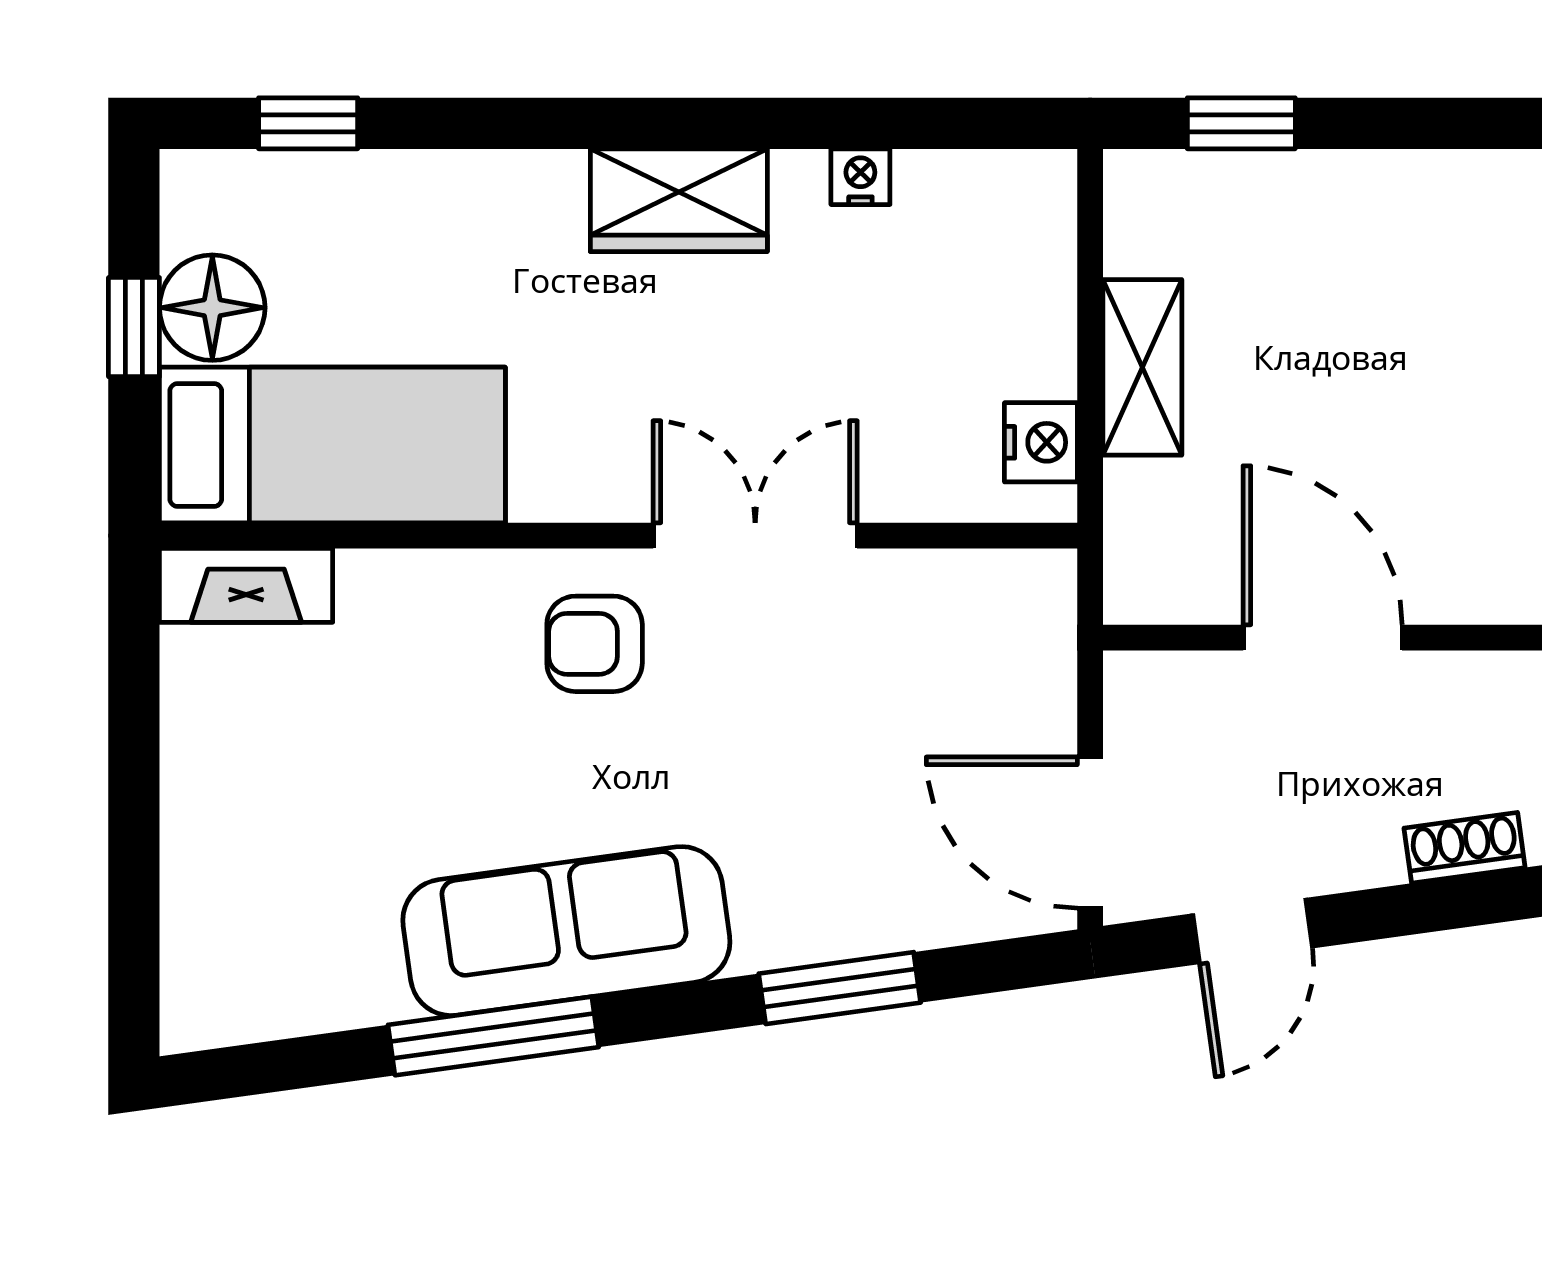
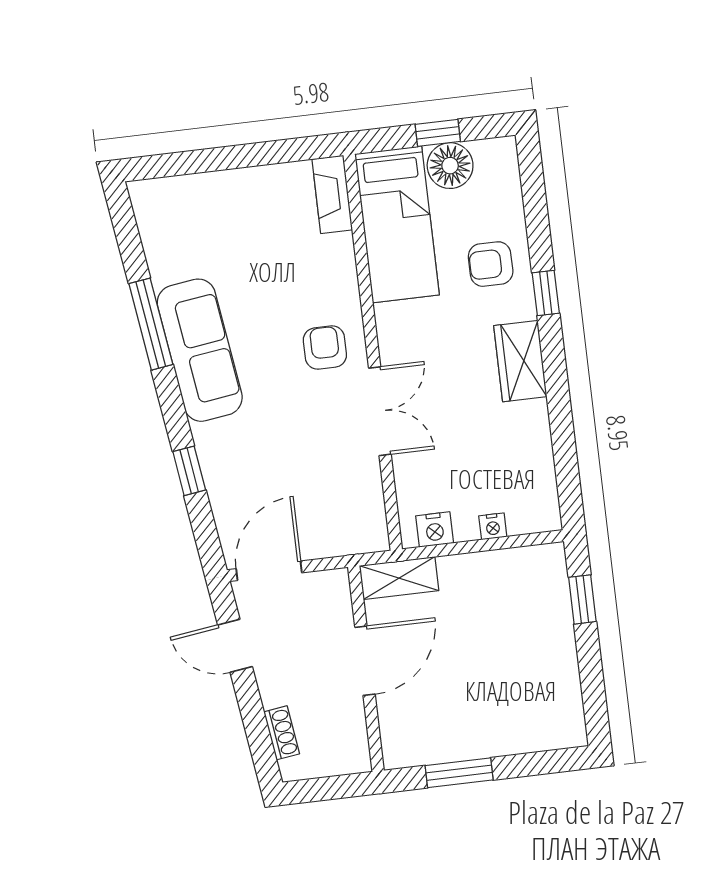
window: (308, 123) -> (546, 293), moved
nightstand: (860, 177) -> (493, 526), moved, turned 90
armchair: (449, 242) -> (491, 264), added
shelving: (1142, 367) -> (399, 578), moved
window: (840, 988) -> (189, 471), width x0.67

